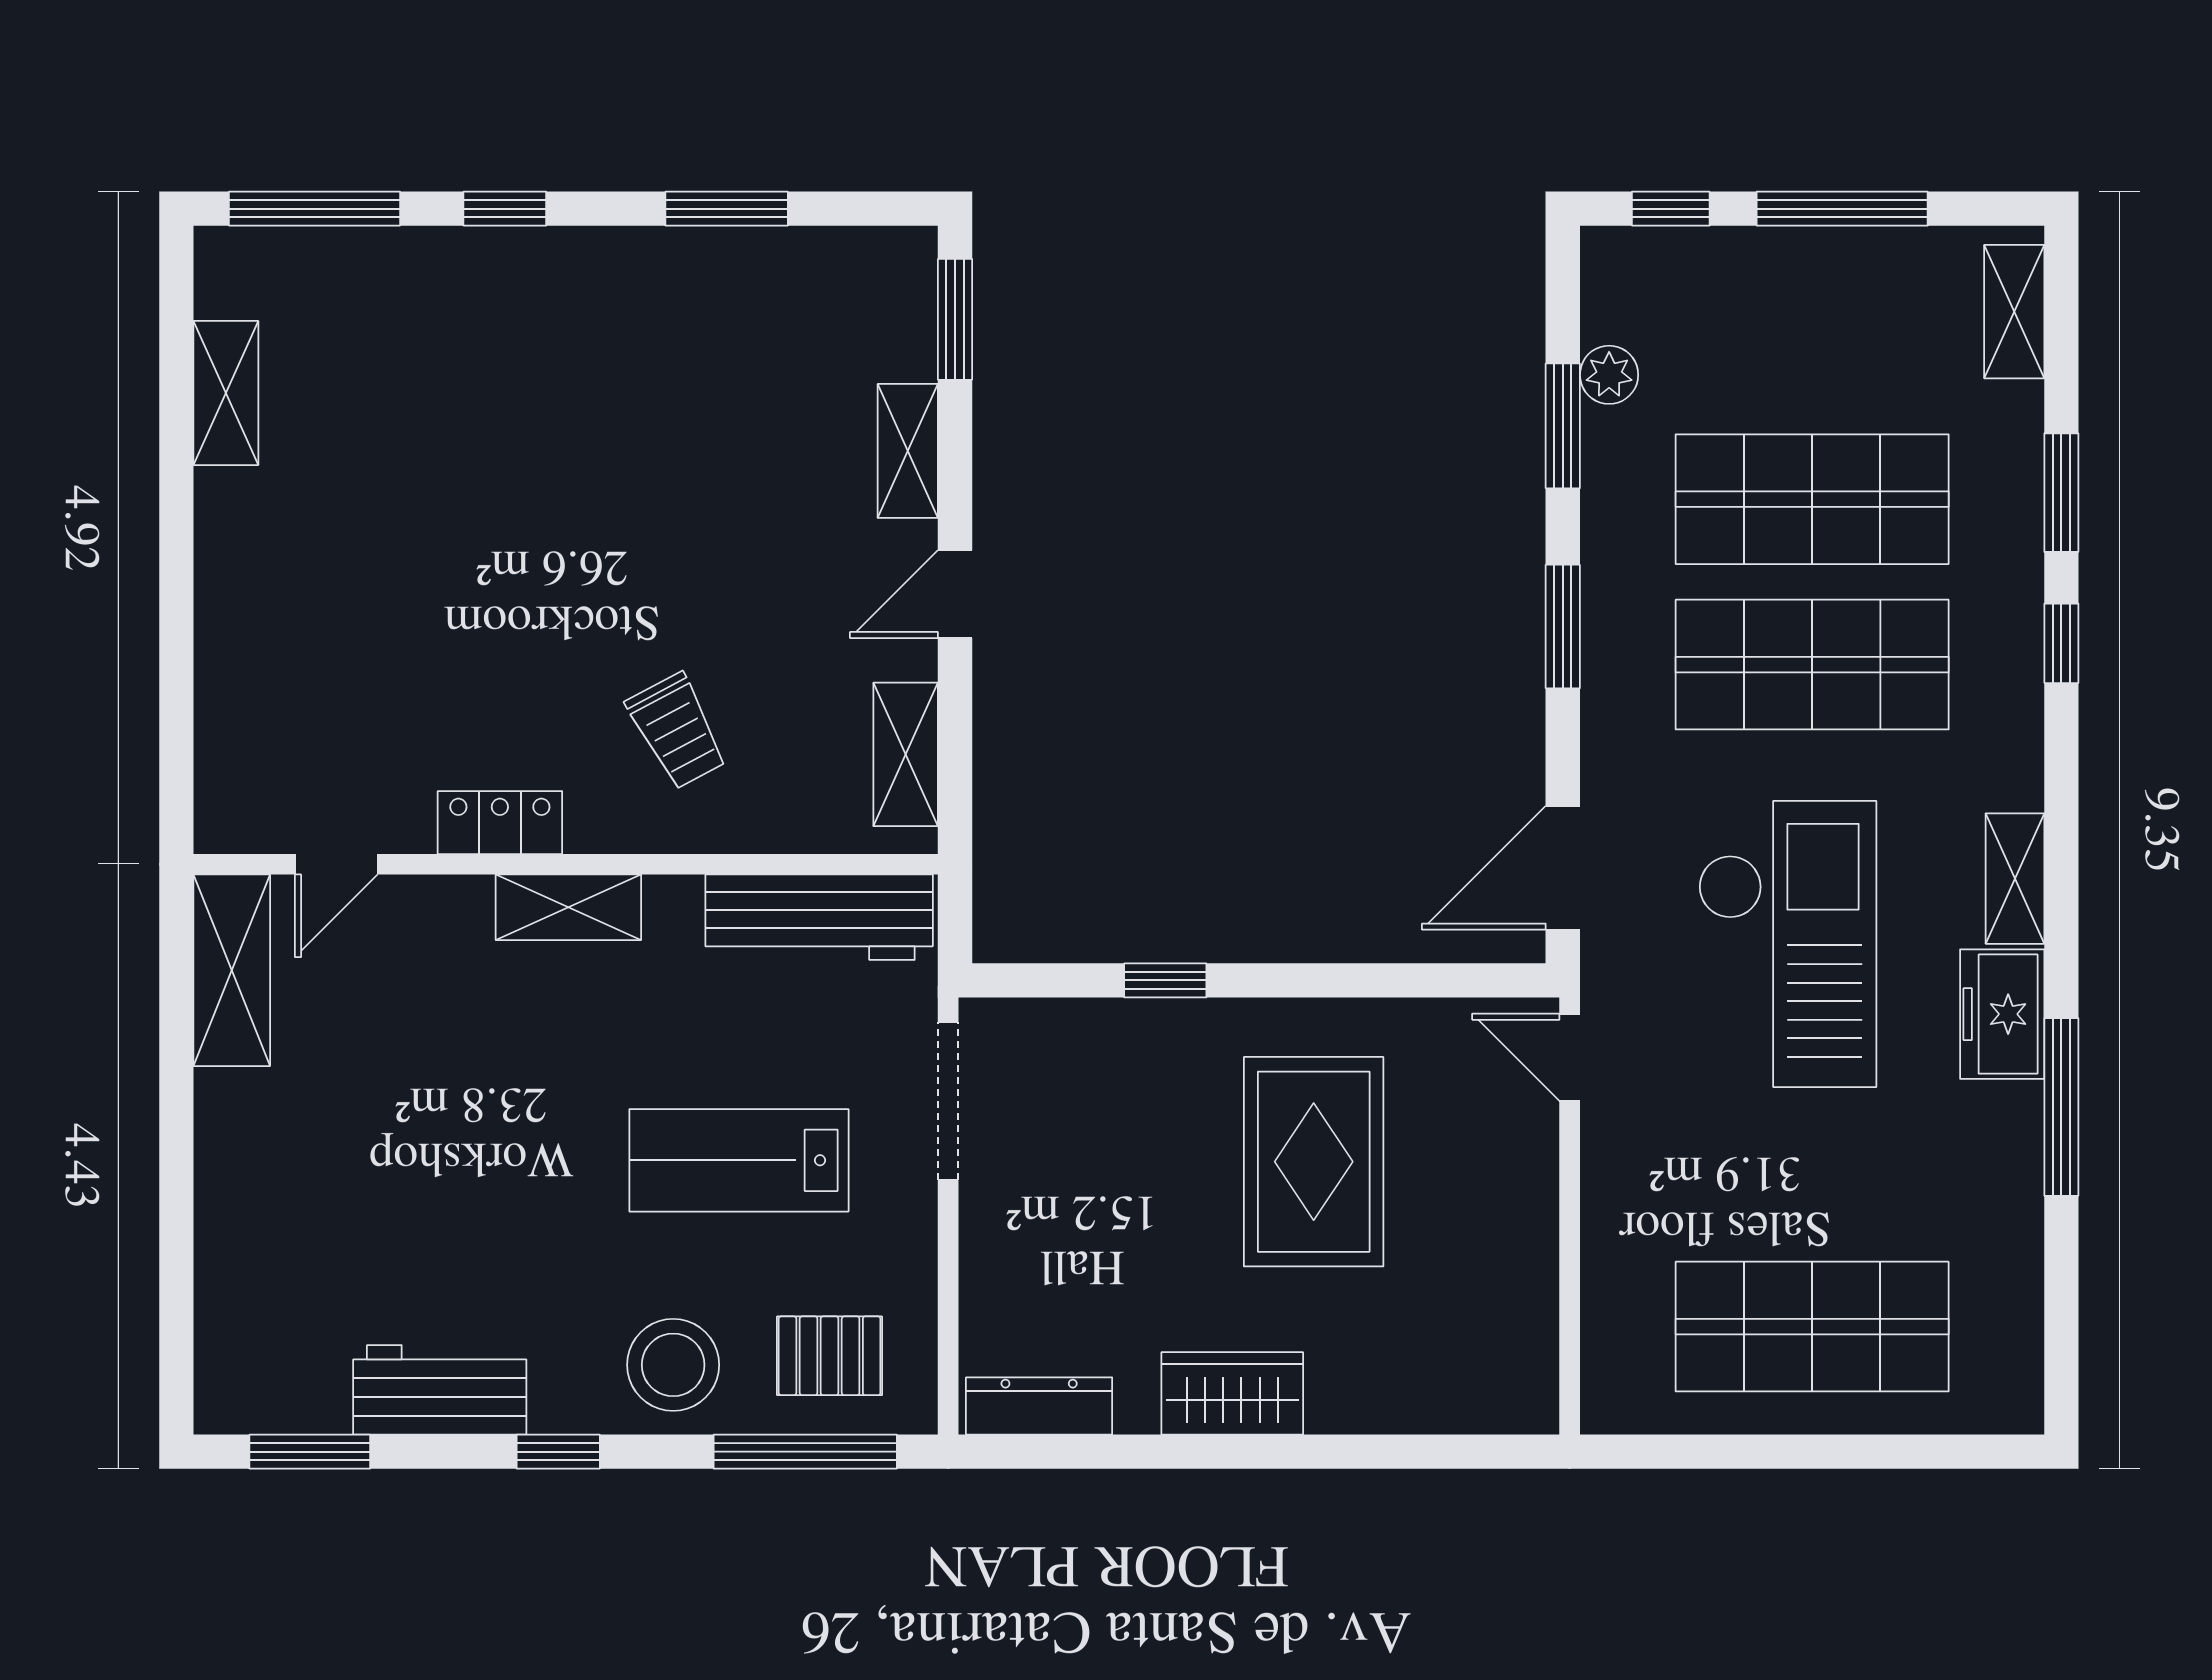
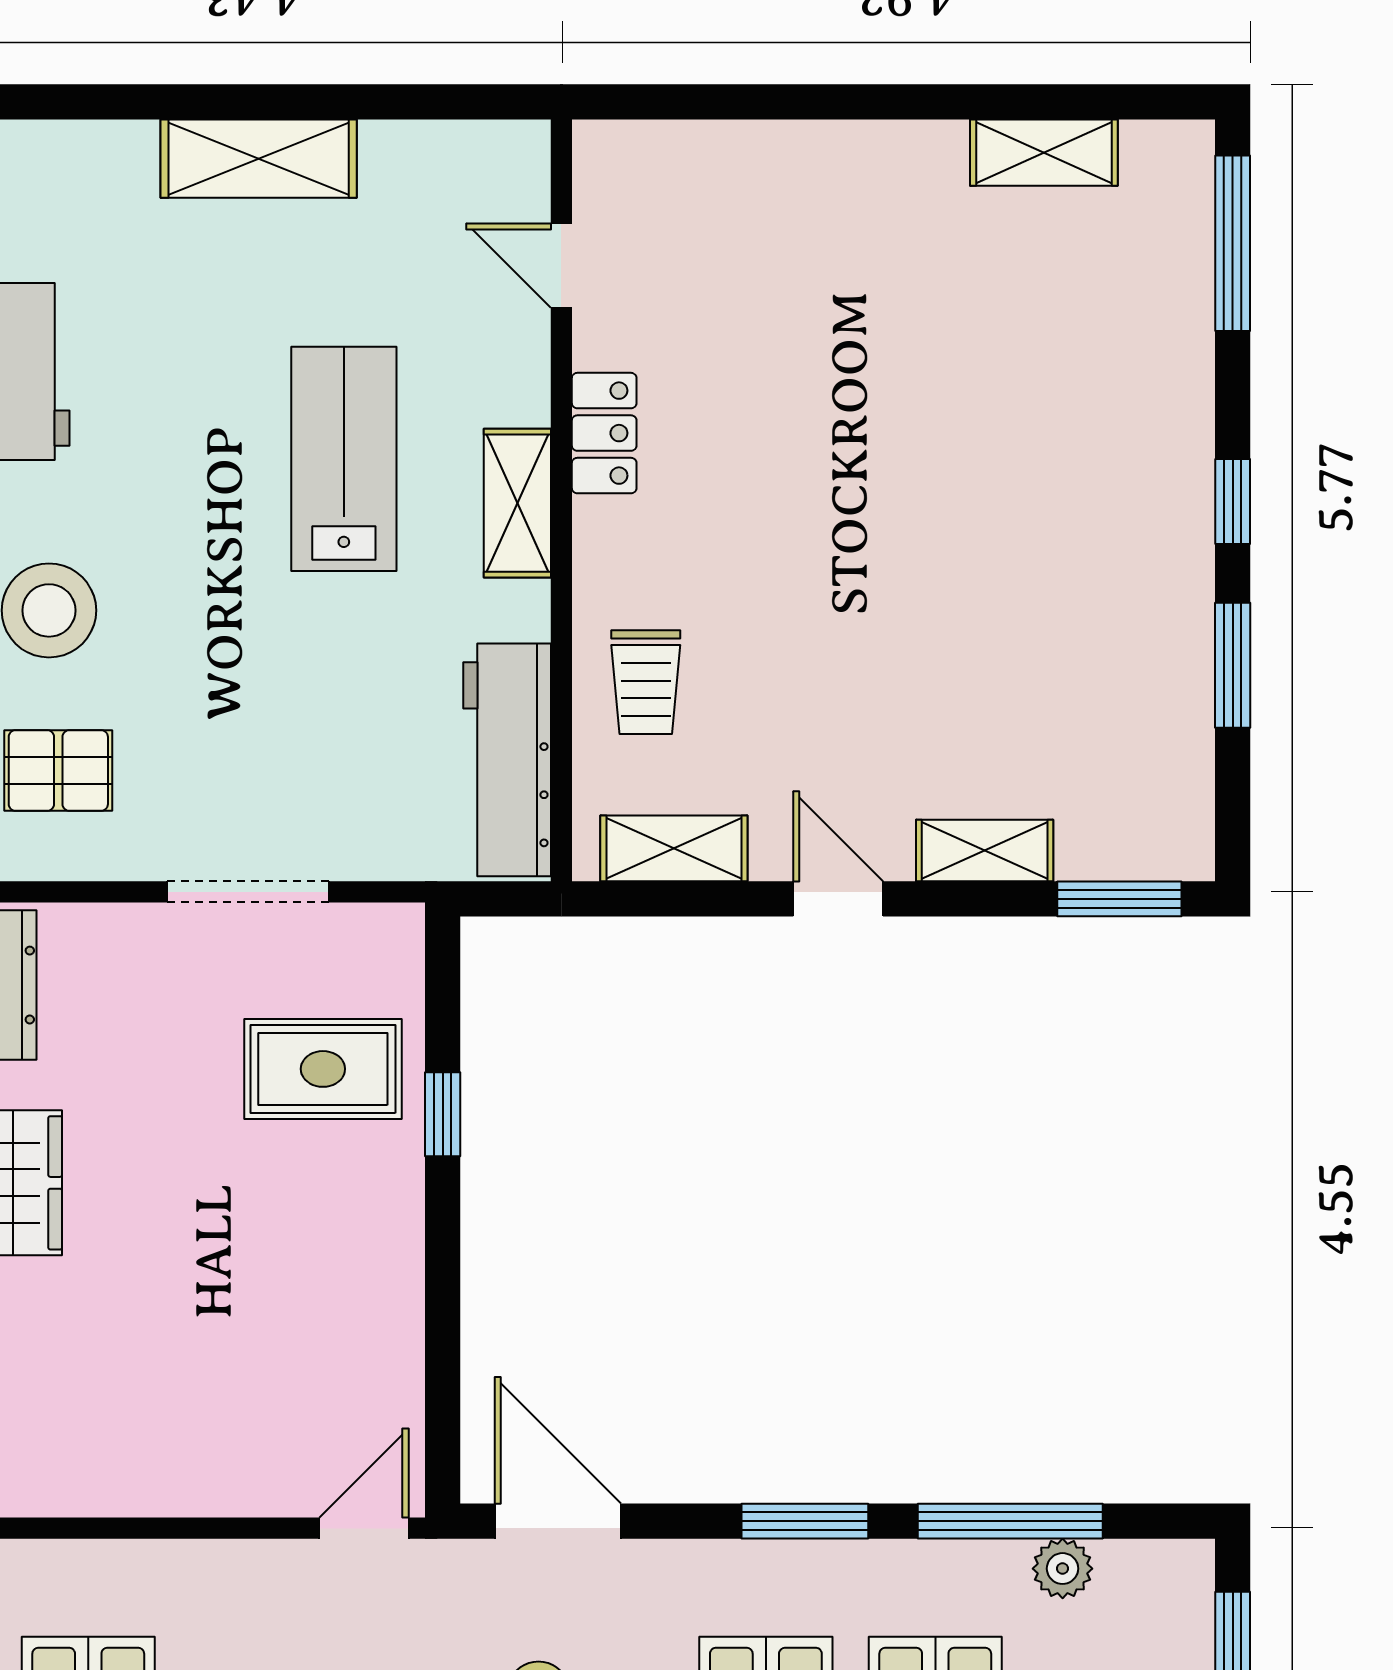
window: (505, 209) -> (1233, 502), moved
window: (1563, 426) -> (1010, 1521), width x1.44
trolley: (677, 731) -> (646, 682), moved, turned -62
shelving: (232, 970) -> (259, 159), moved
doorway: (948, 1101) -> (248, 892), moved
lab bench: (739, 1160) -> (344, 459), moved
rug: (1314, 1162) -> (323, 1069), moved, width x0.73, depth x0.70
pallet: (830, 1356) -> (58, 771), turned 90

